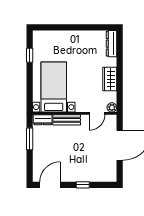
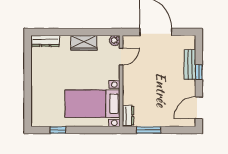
door: (97, 113) -> (121, 57), hinge flipped
bench: (67, 120) -> (190, 65), moved
door: (50, 185) -> (199, 108), hinge flipped

